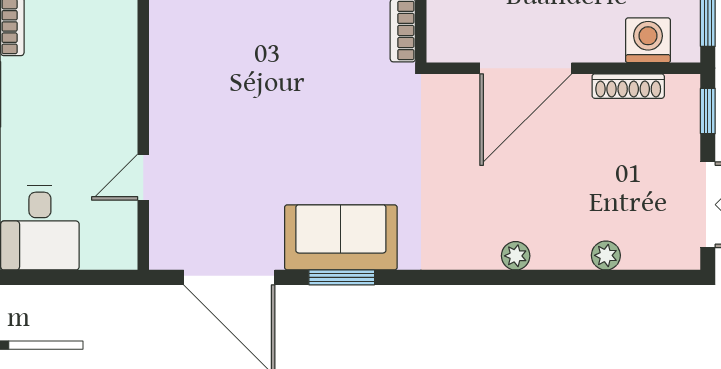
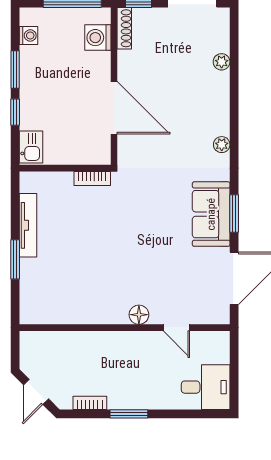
shoe rack: (628, 86) -> (124, 28), moved
floor lamp: (166, 112) -> (139, 315), added
plant: (516, 256) -> (222, 145), moved

